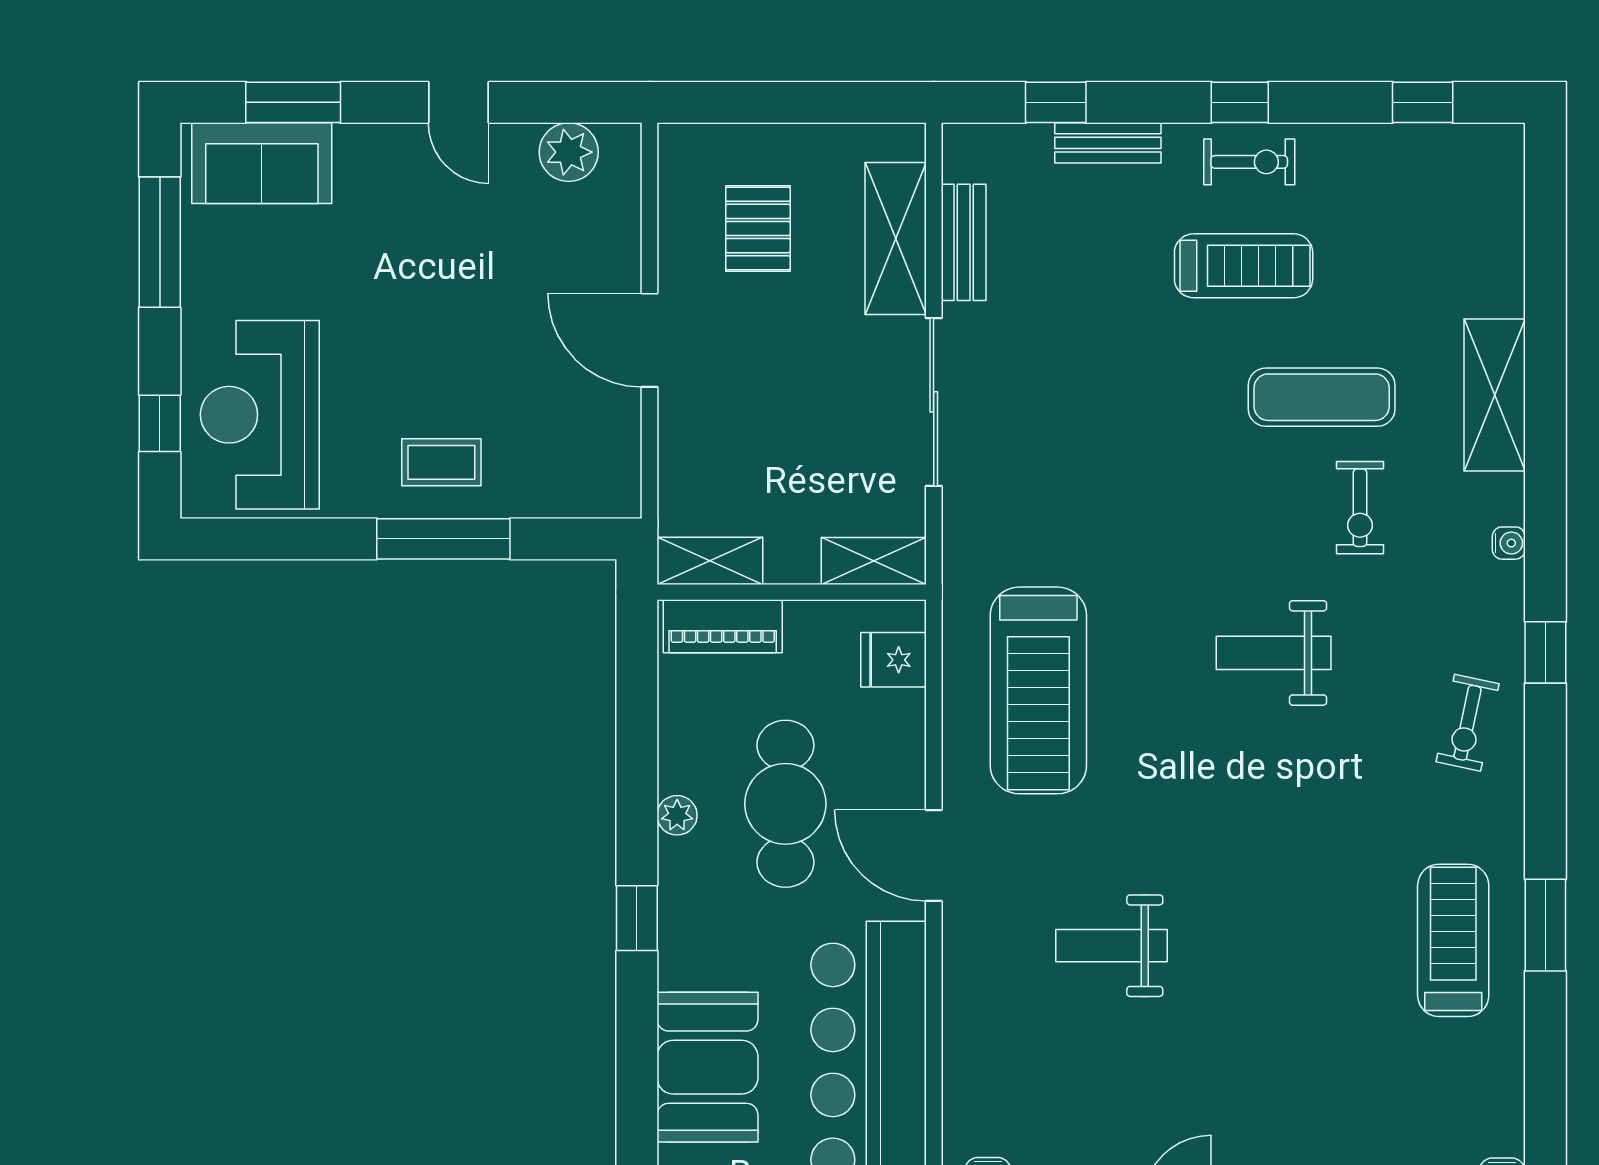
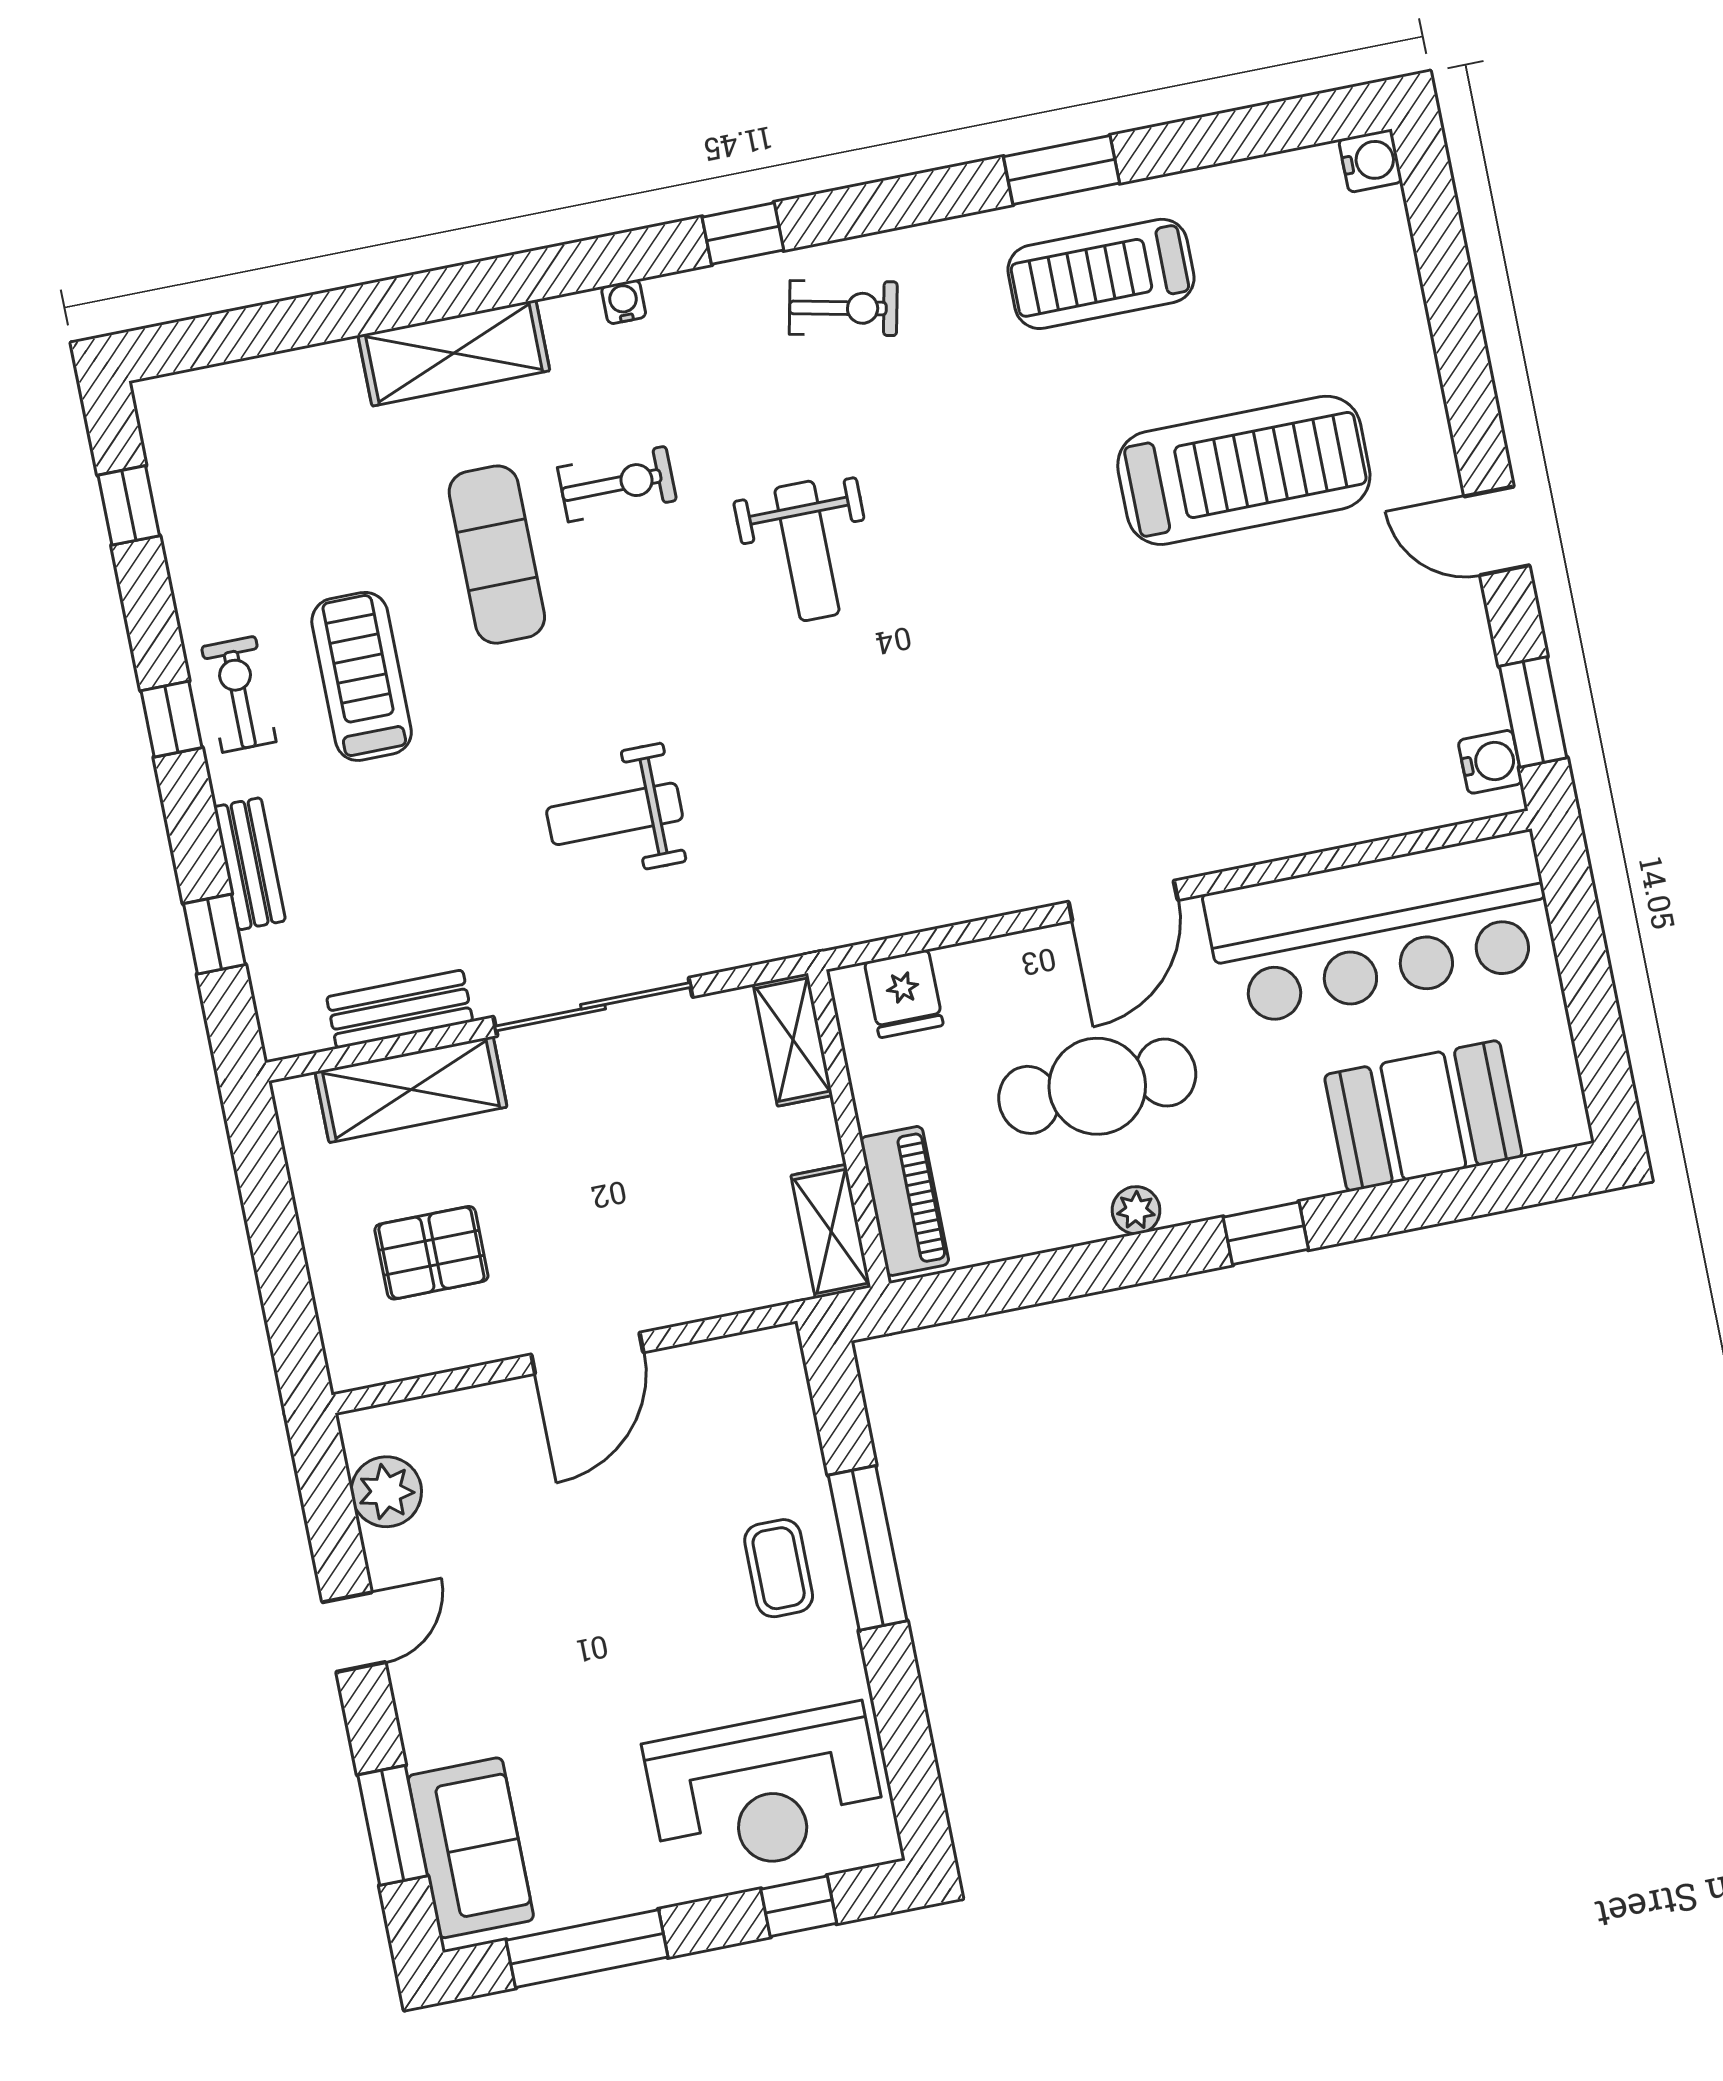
treadmill: (1038, 690) -> (1244, 470), moved
weight bench: (1111, 946) -> (615, 814), moved, turned 90

